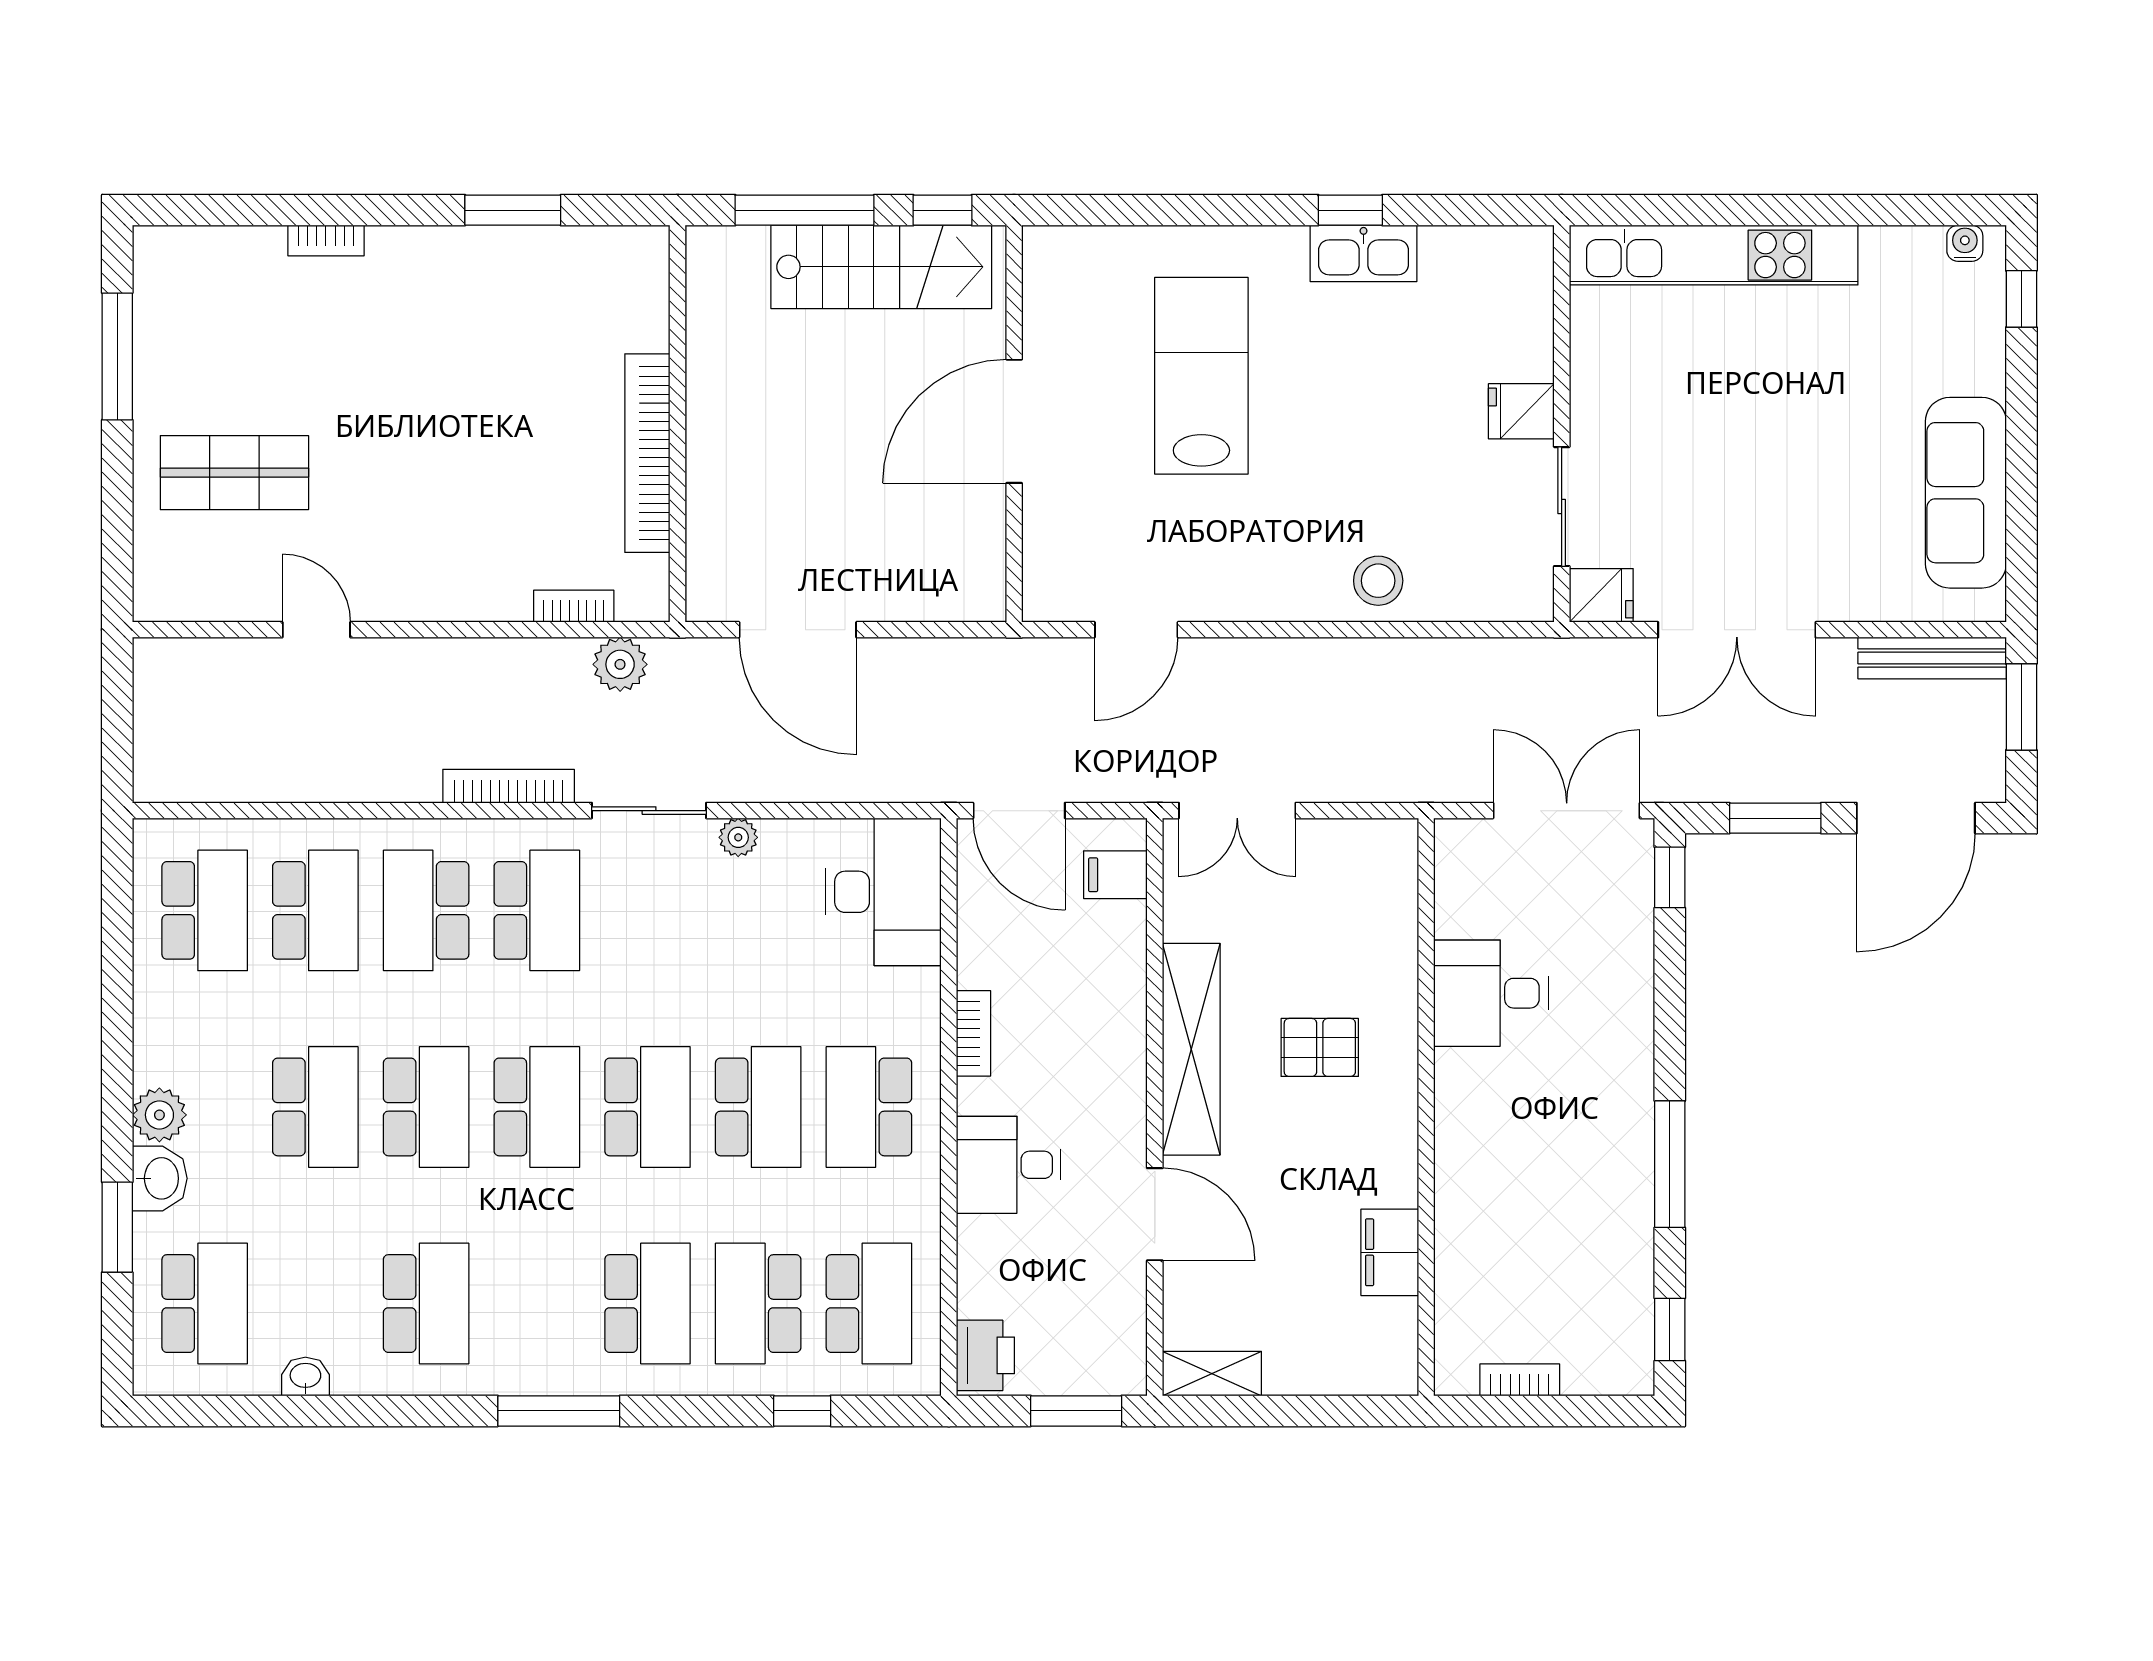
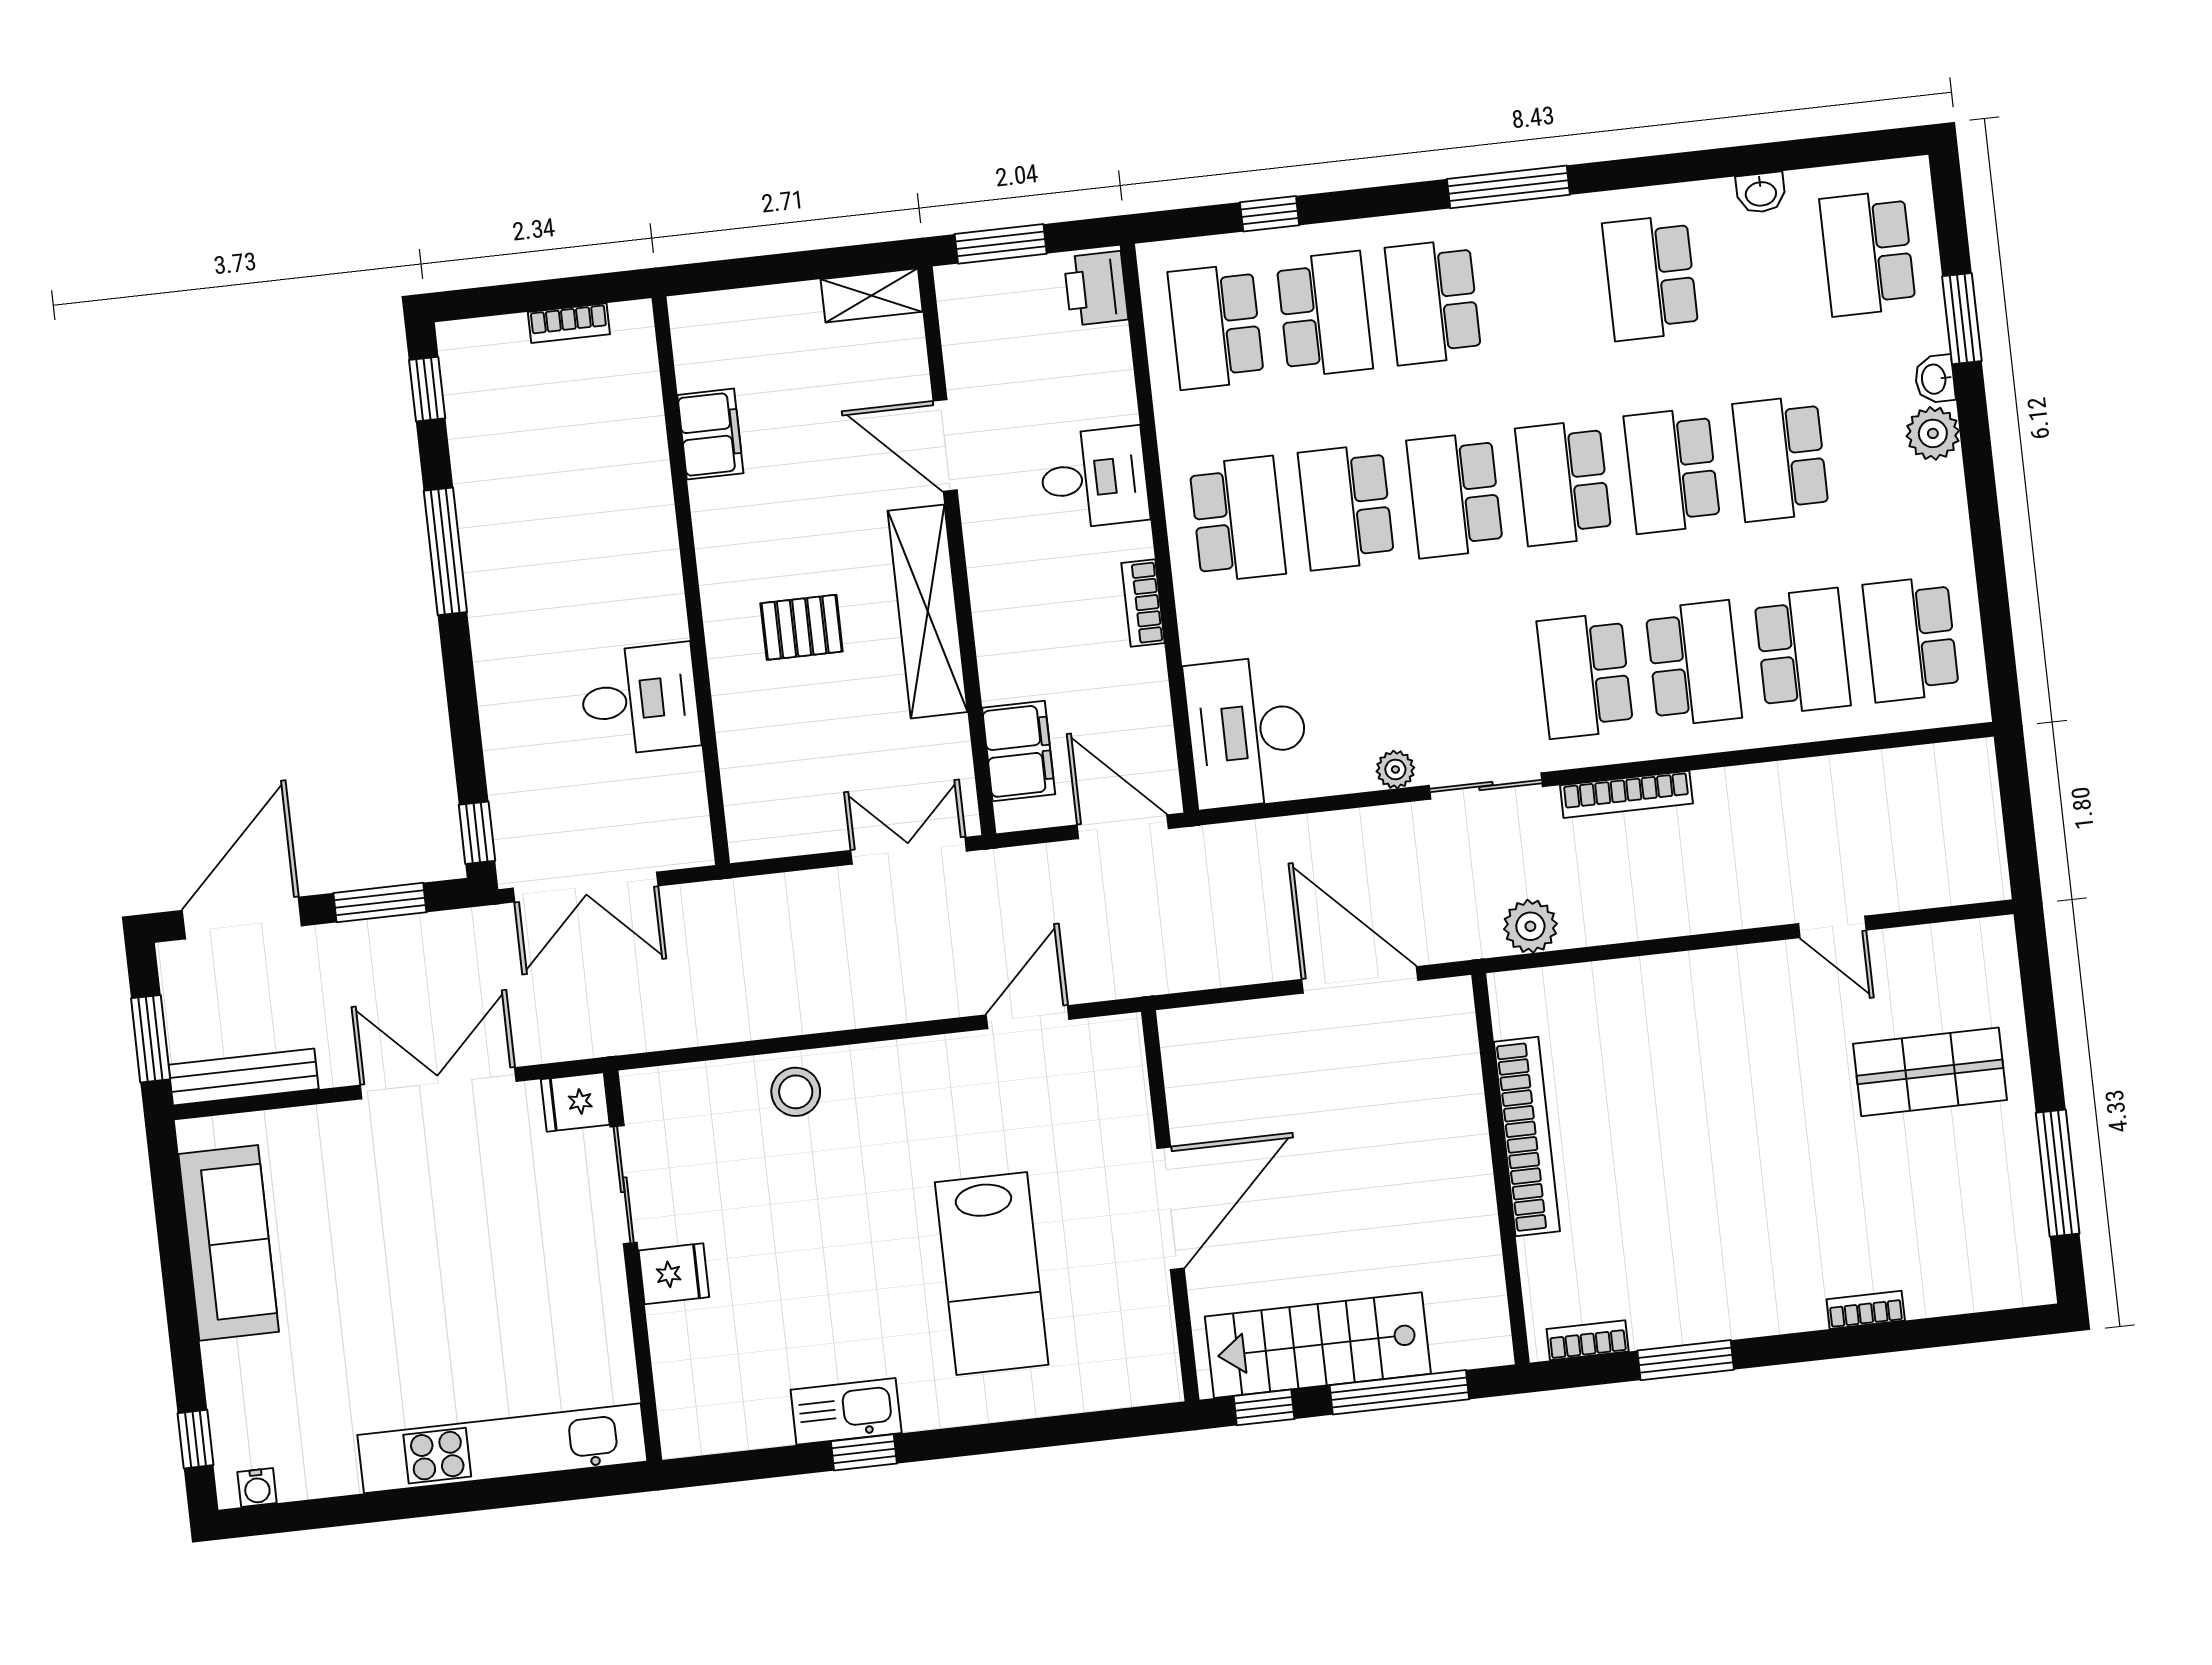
bookcase: (574, 606) -> (1588, 1340), moved, turned 180
filing cabinet: (1115, 875) -> (1019, 751), width x2.00
school desk: (315, 910) -> (1802, 651), turned 180
washbasin: (160, 1178) -> (1935, 379), width x0.72, depth x0.69

